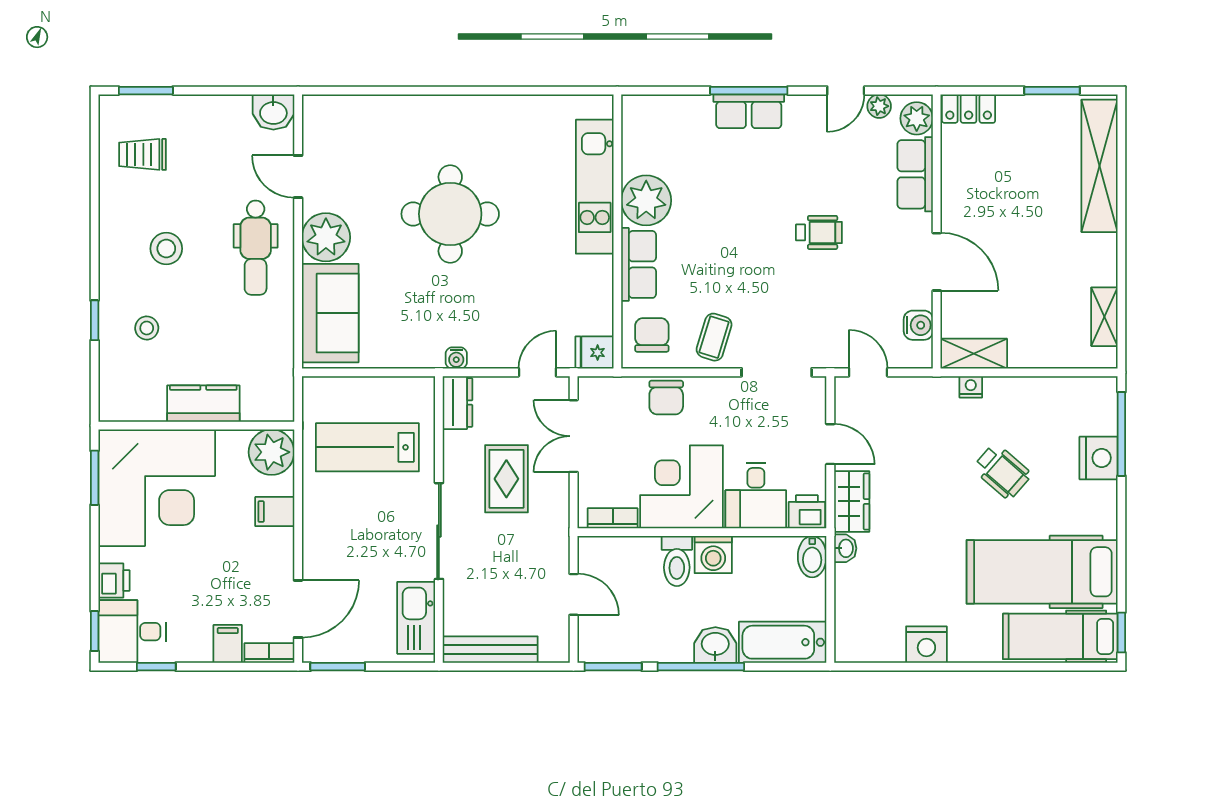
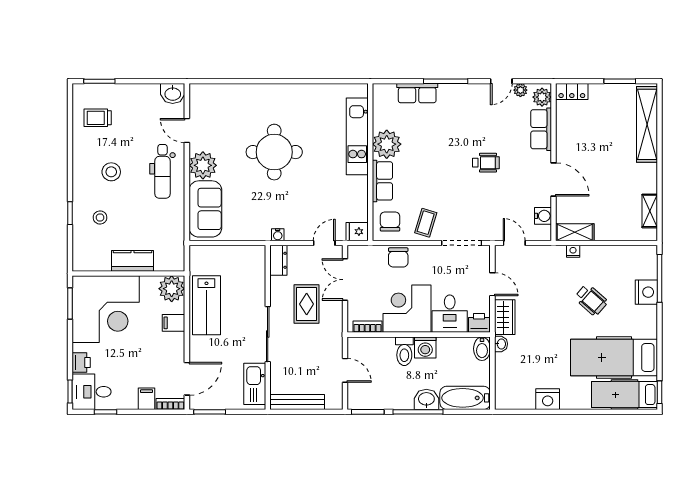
row of seats: (749, 111) -> (417, 93), moved
lab bench: (367, 447) -> (206, 305), moved, turned -90

